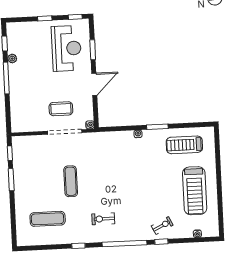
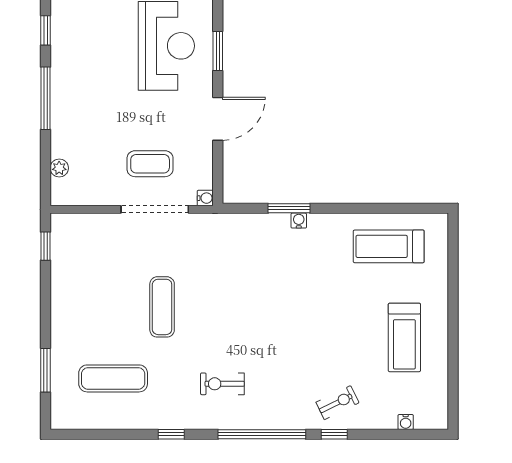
plant: (12, 59) -> (59, 168), moved
window: (157, 127) -> (289, 208), moved
window: (11, 180) -> (46, 370), moved
treadmill: (195, 191) -> (404, 337), width x0.73, depth x0.73

